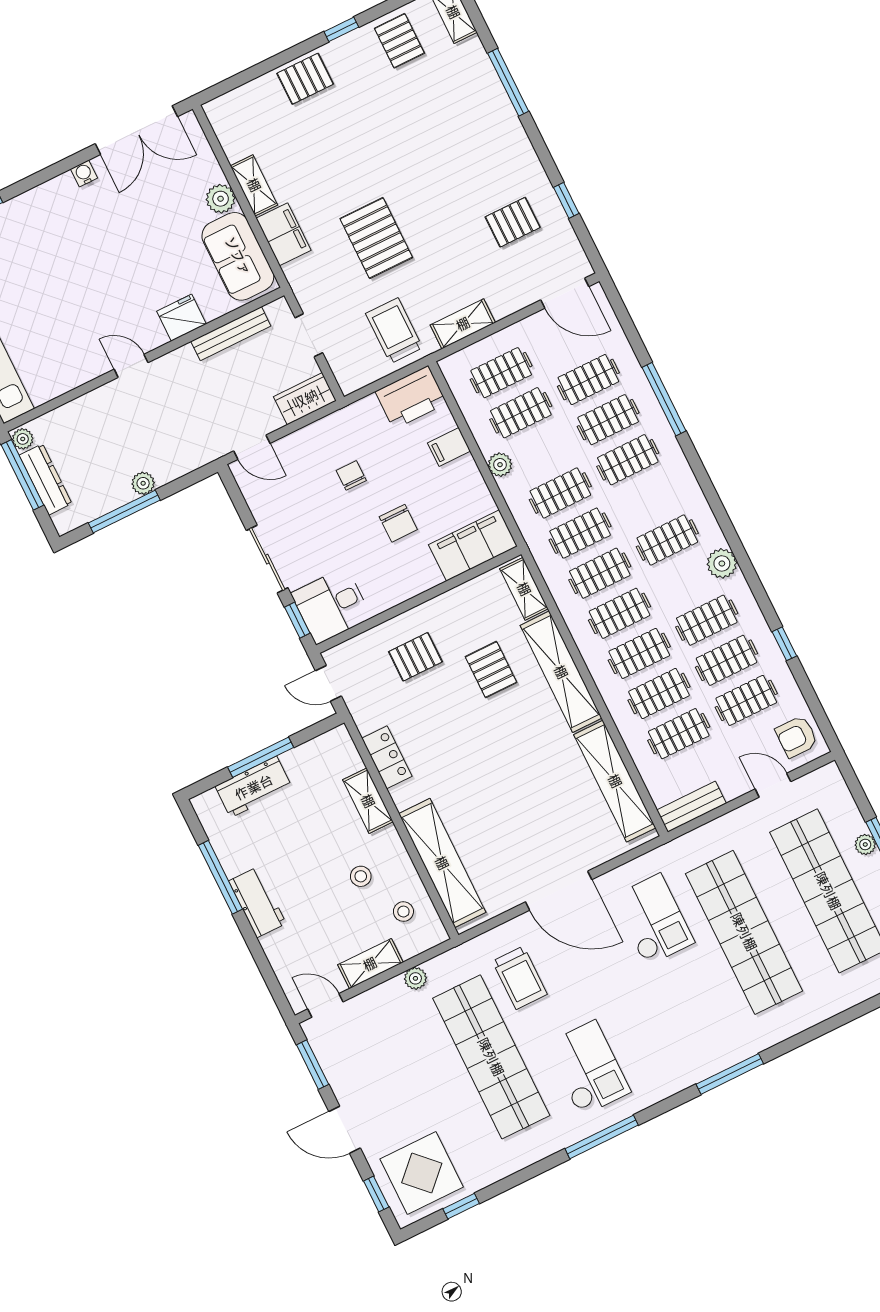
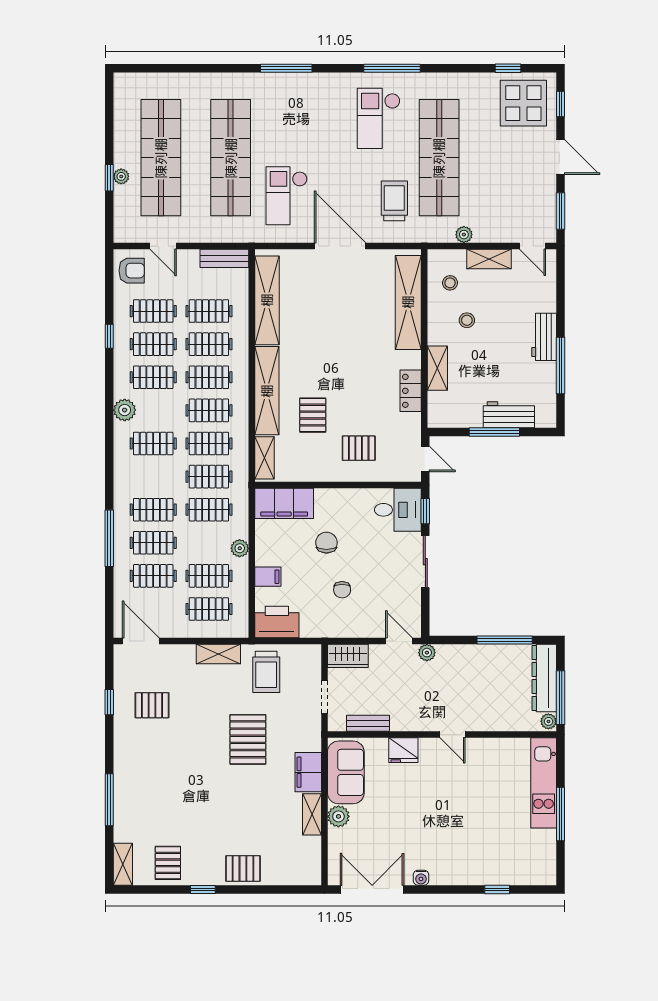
bench: (231, 334) -> (368, 723), width x0.73
dresser: (45, 479) -> (544, 678), width x1.37, depth x1.24
plant: (143, 483) -> (427, 653), moved

